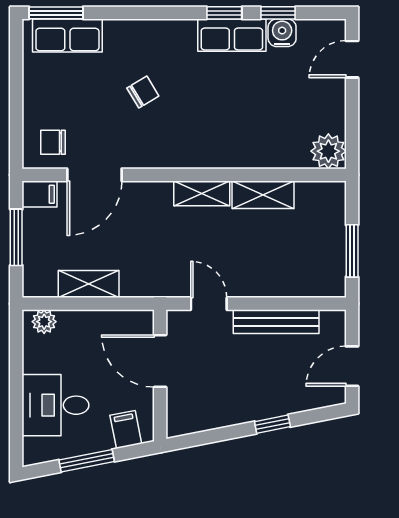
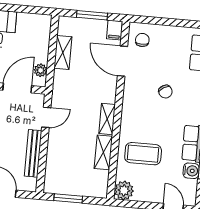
coffee table: (259, 123) -> (143, 154), added
plant: (44, 322) -> (41, 70), moved

